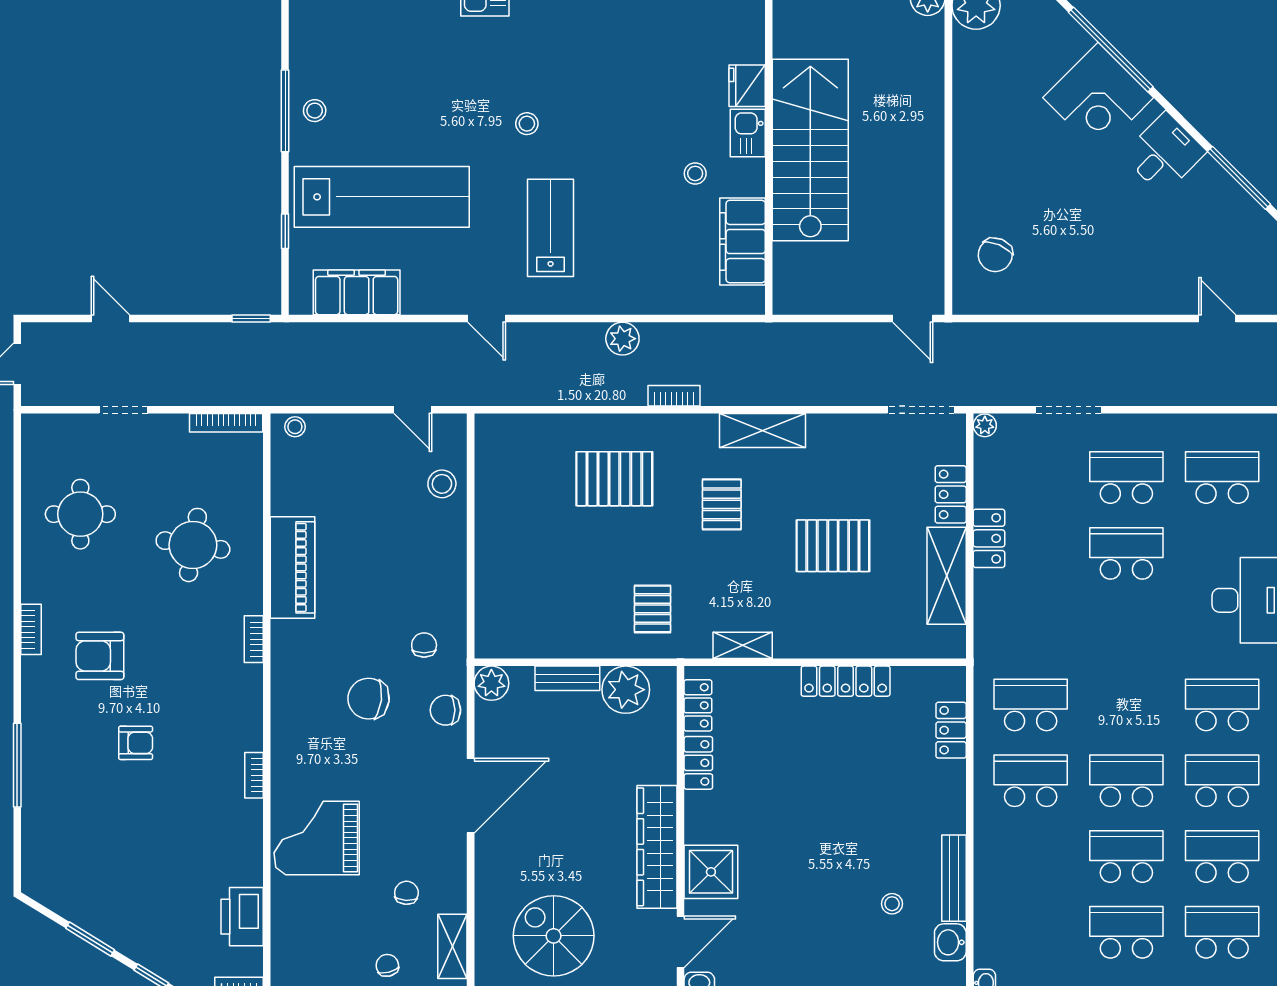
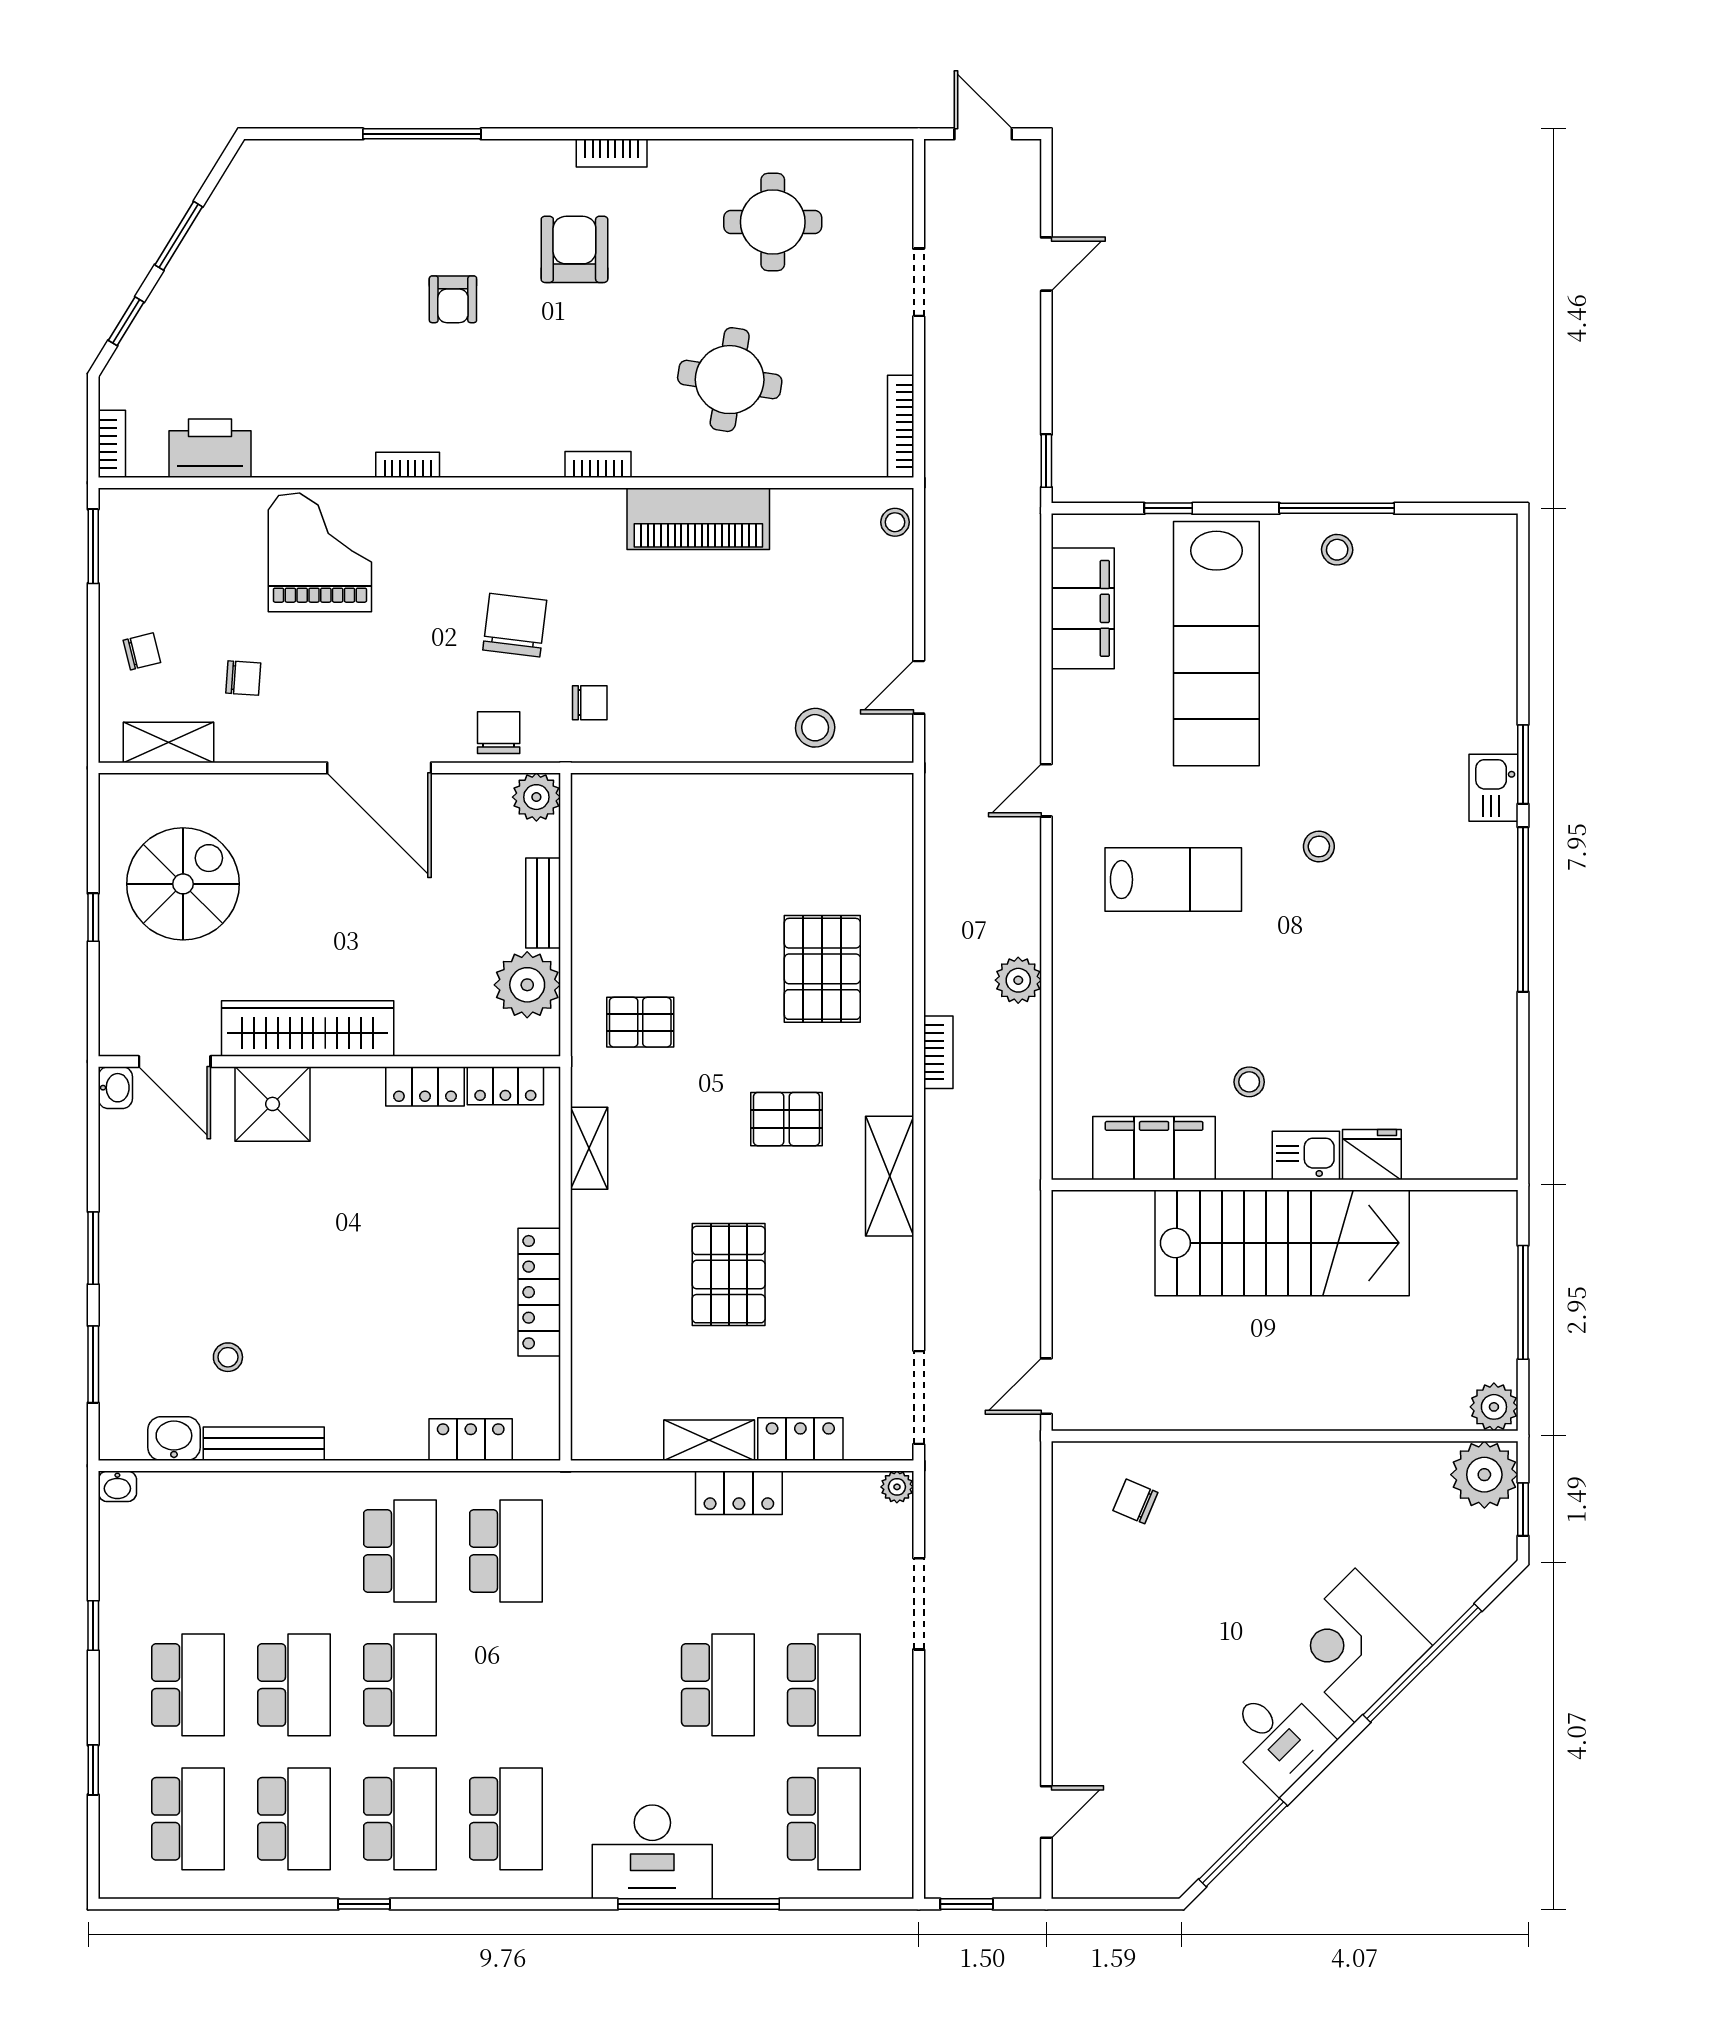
chair: (995, 255) -> (1135, 1501), width x0.73, depth x0.73
shelving: (947, 576) -> (709, 1440), width x0.67, depth x0.75

